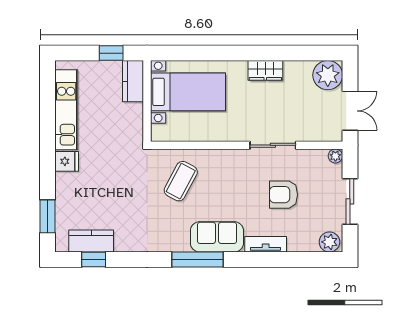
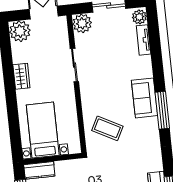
plant: (335, 156) -> (82, 23), width x1.87, depth x1.87
armchair: (283, 195) -> (109, 54), removed
tv unit: (266, 244) -> (144, 40), moved

